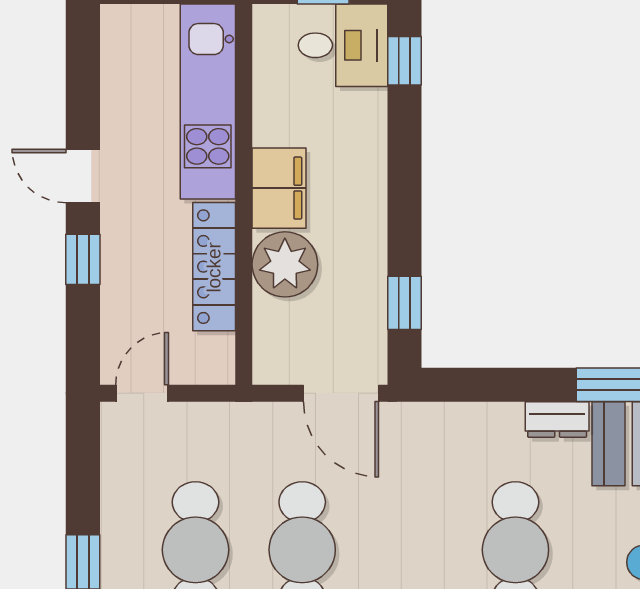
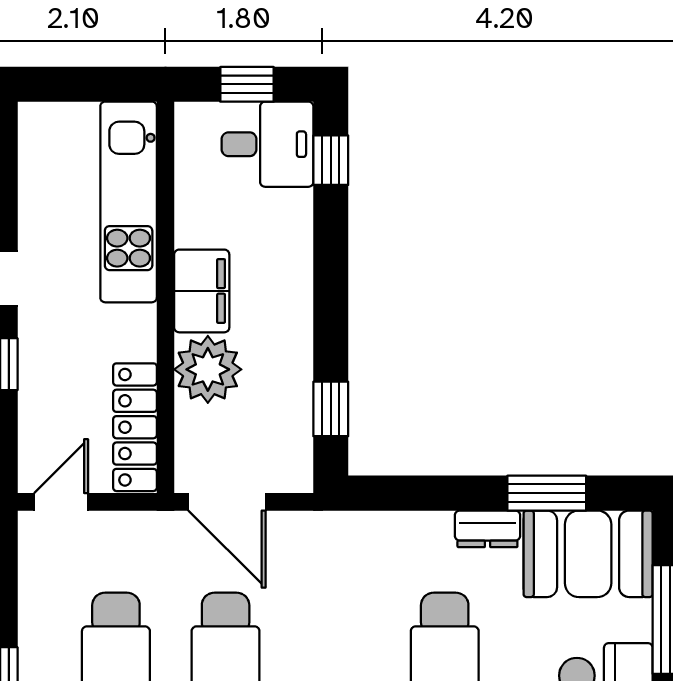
locker: (214, 267) -> (135, 427), moved
door: (341, 393) -> (227, 502), moved

